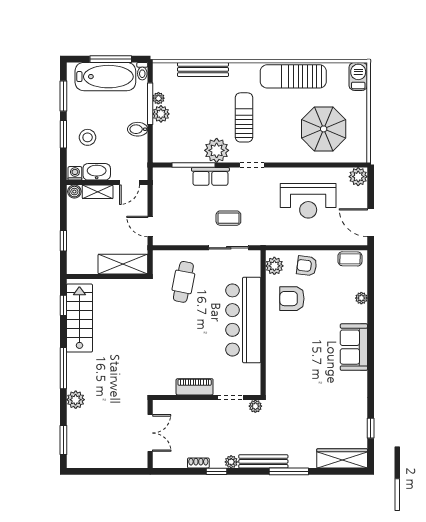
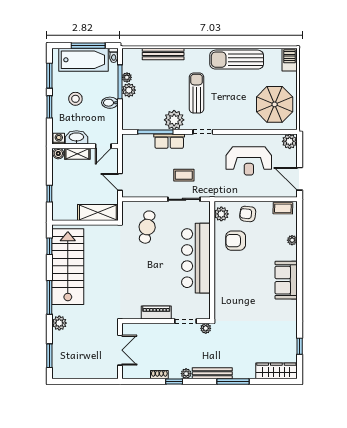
parasol: (324, 129) -> (275, 104), moved
stool: (88, 137) -> (75, 99), moved
stairs: (79, 318) -> (68, 267), width x1.36, depth x1.51

